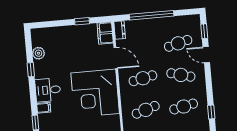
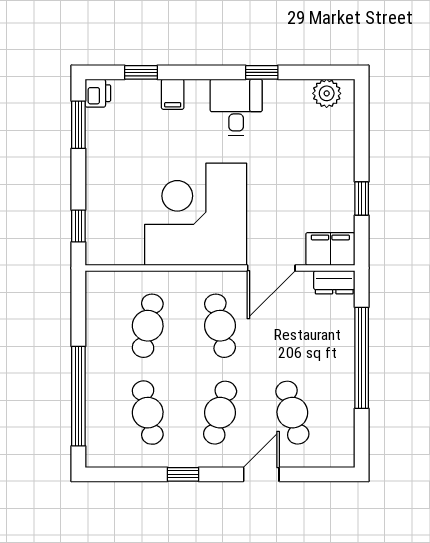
window: (204, 31) -> (315, 474), removed
plant: (38, 53) -> (327, 93), moved
desk: (48, 90) -> (236, 107), moved
cafe table: (146, 110) -> (148, 326), turned 30
window: (211, 112) -> (183, 474), moved

